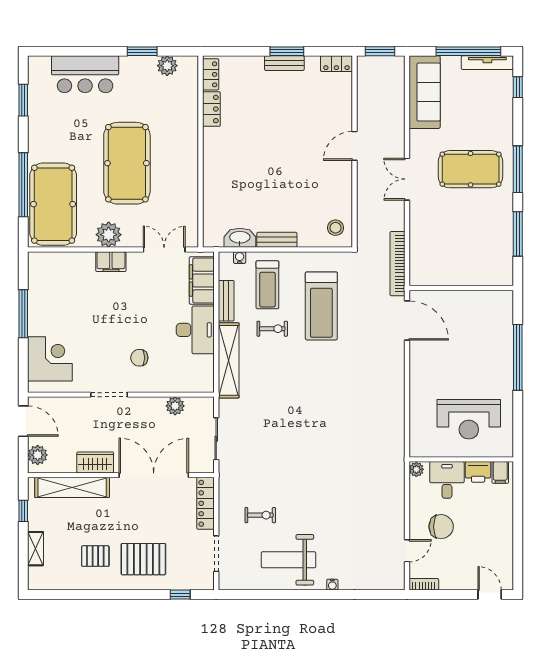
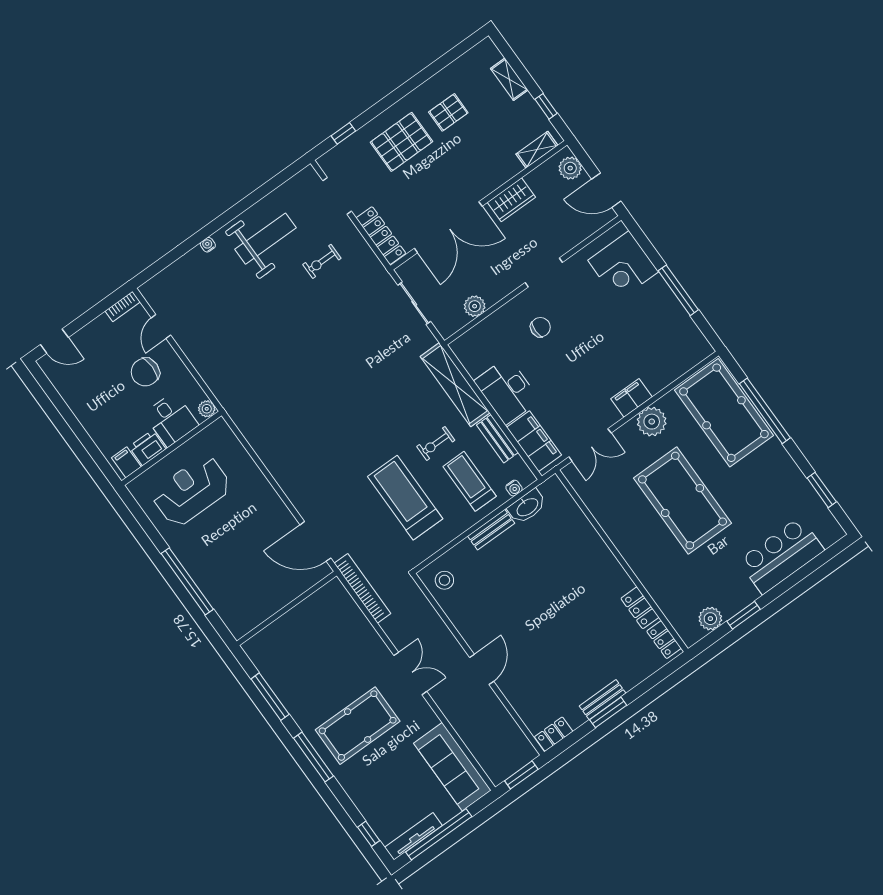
shelving: (72, 487) -> (537, 150), width x0.45, depth x0.75

